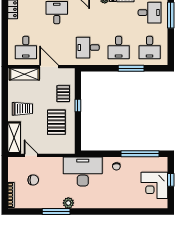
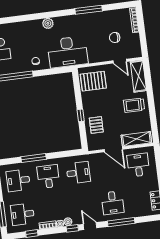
desk: (150, 48) -> (18, 180), turned -90
pallet: (56, 122) -> (93, 81), moved, turned 90
plant: (68, 203) -> (48, 23), moved

